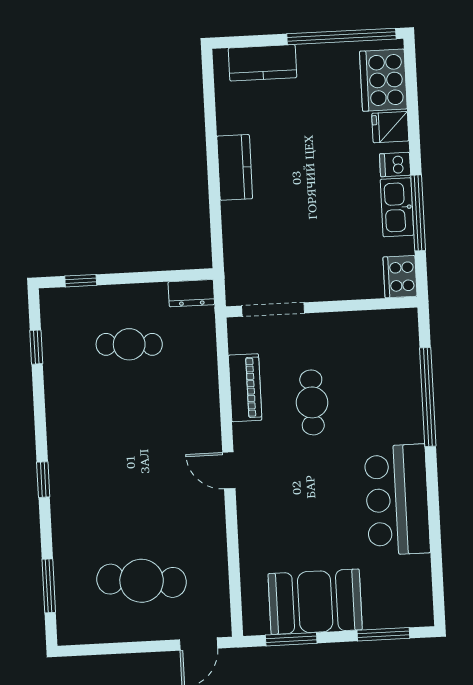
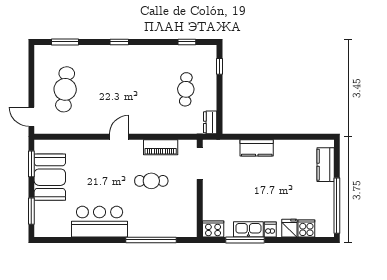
cooker: (383, 80) -> (306, 228), width x0.53, depth x0.76
kitchen counter: (235, 167) -> (257, 148), moved

